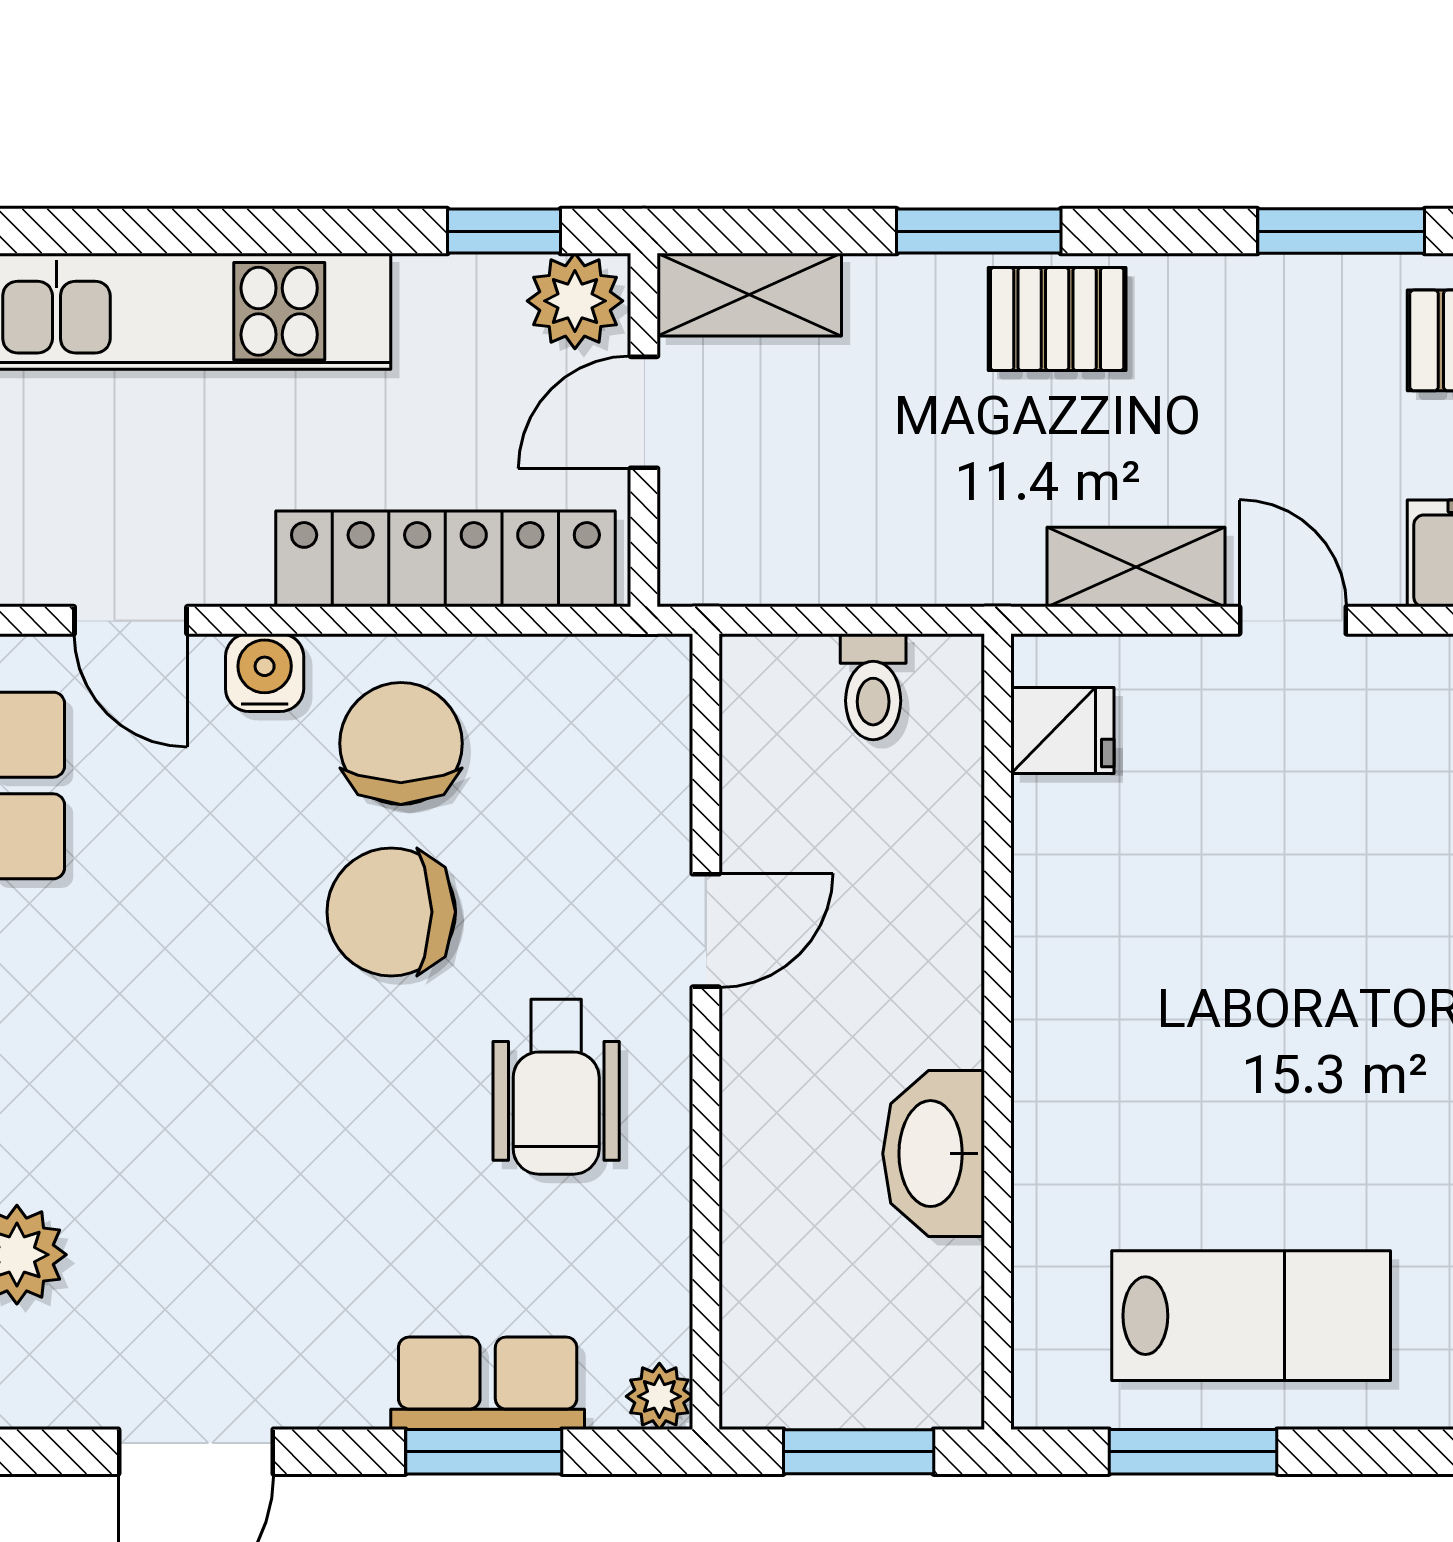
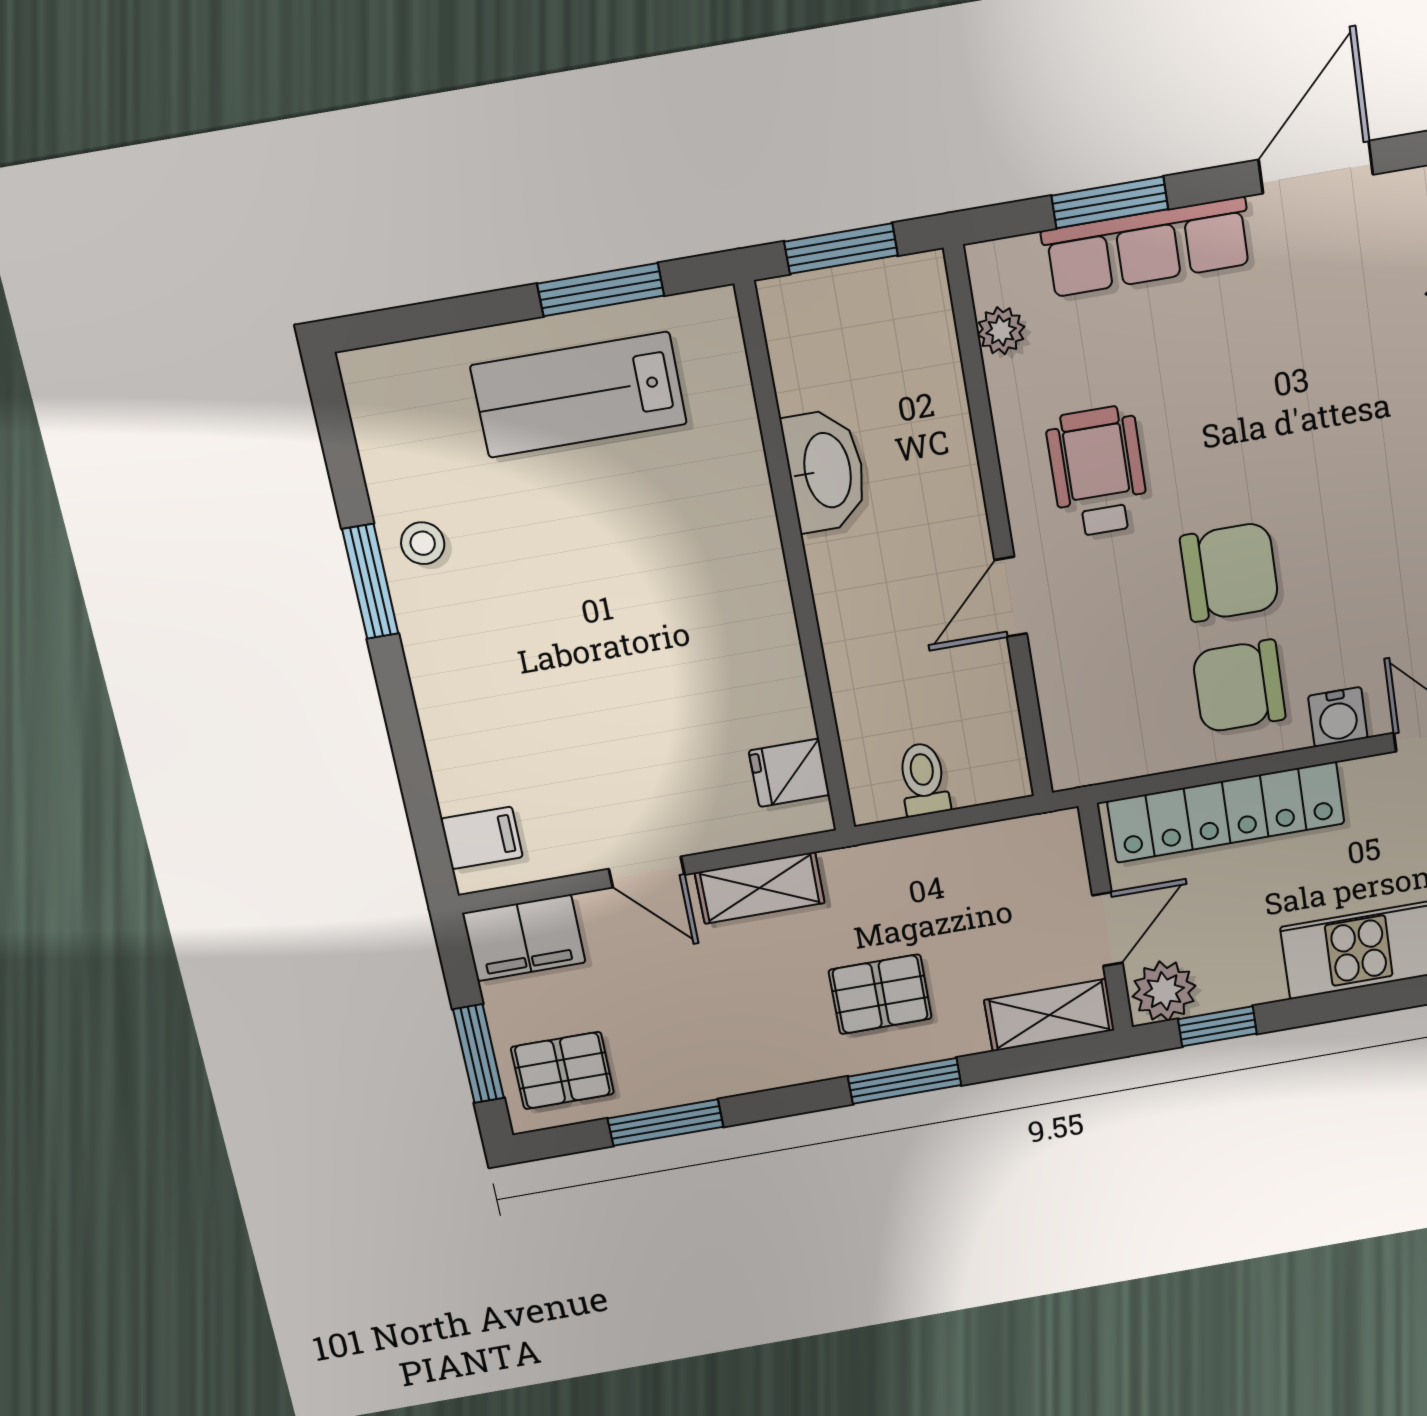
pallet: (1057, 319) -> (880, 994), moved
chair: (401, 743) -> (1239, 686), turned 90
row of seats: (488, 1383) -> (1147, 247), width x1.48
plant: (659, 1396) -> (1001, 331), moved

